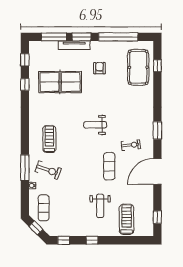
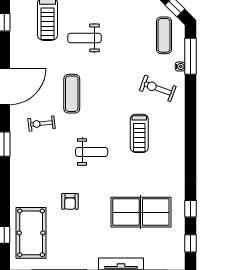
armchair: (99, 68) -> (70, 201), moved
treadmill: (49, 139) -> (139, 133), moved
window: (25, 168) -> (190, 56), moved
weight bench: (100, 206) -> (85, 38), turned -90

